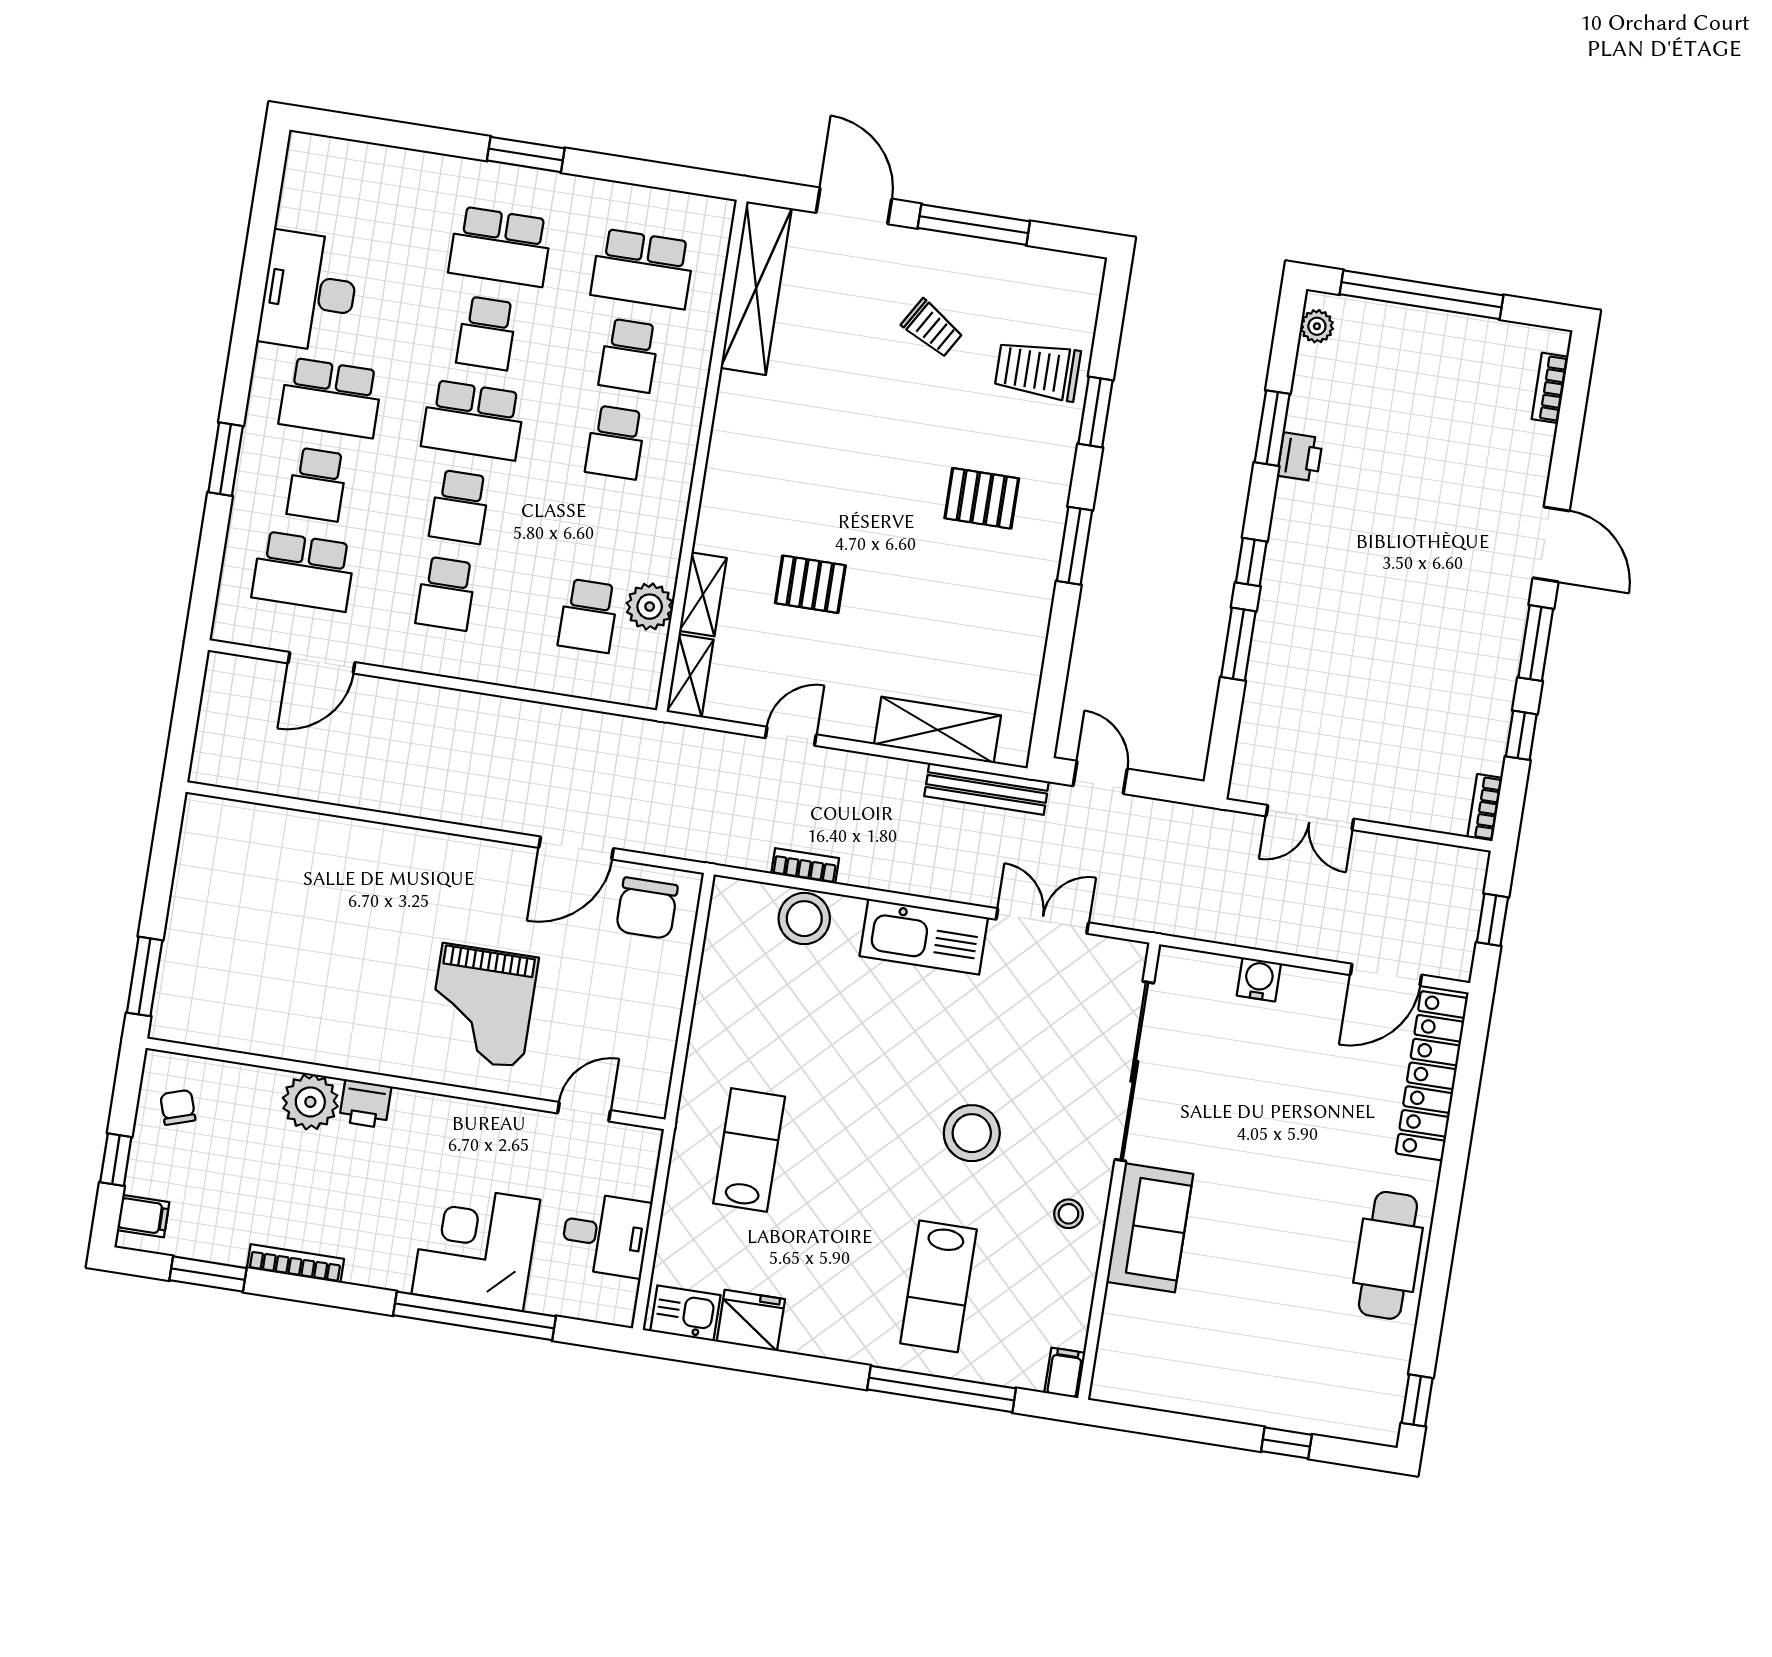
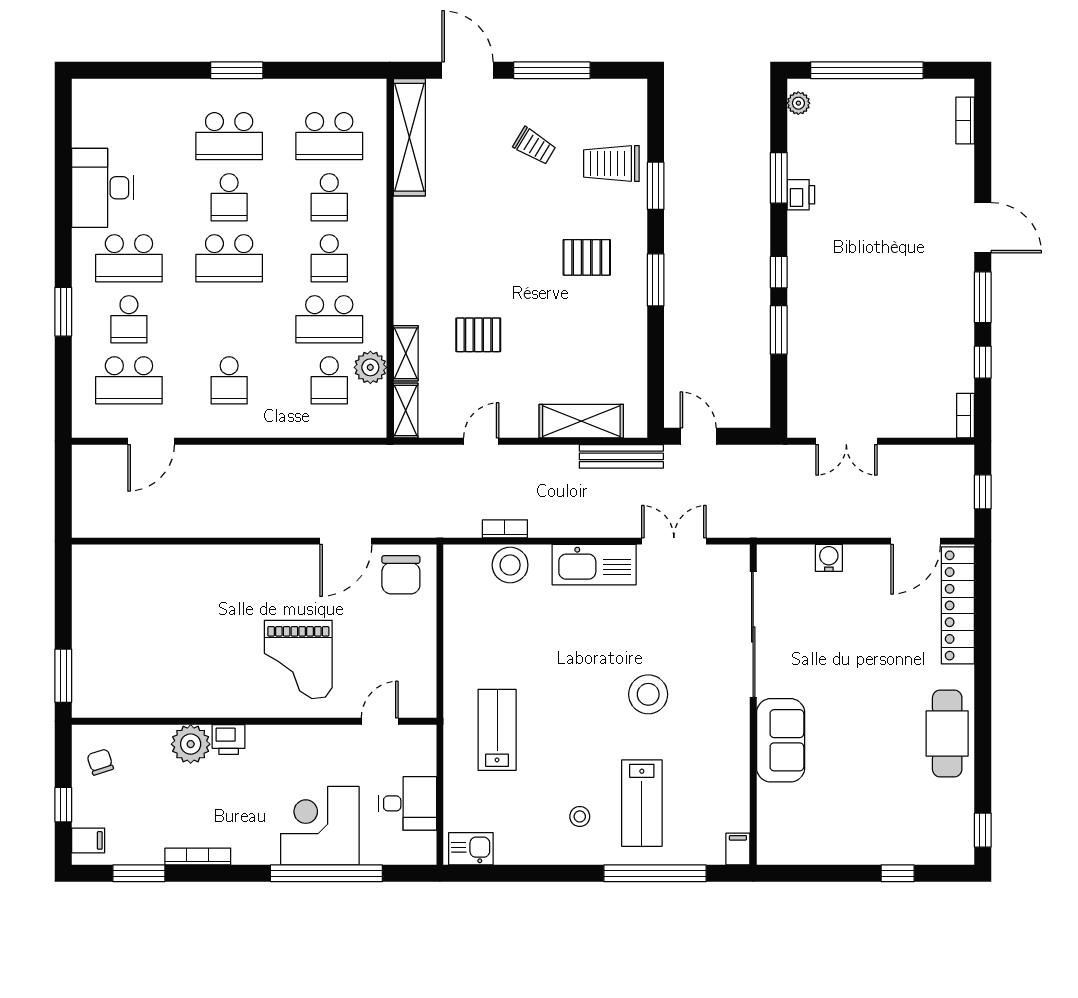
school desk: (460, 507) -> (329, 319), moved, width x1.85
stool: (1068, 1214) -> (580, 816), moved
fridge: (751, 1320) -> (517, 847), removed

